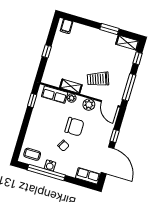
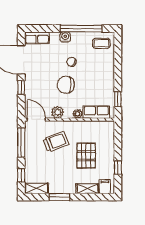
window: (47, 51) -> (118, 167), moved
pallet: (75, 59) -> (86, 156), added
shelving: (71, 86) -> (87, 189), moved
water cooler: (50, 166) -> (65, 37), moved

